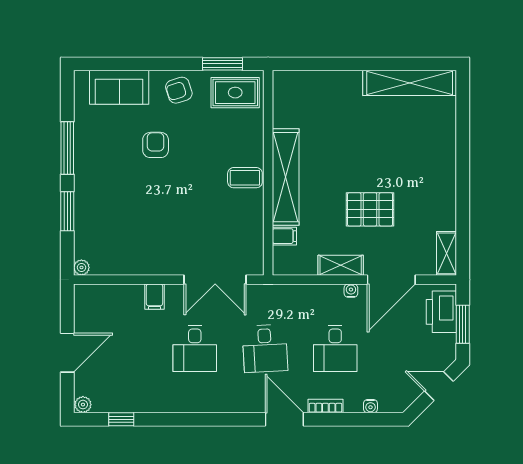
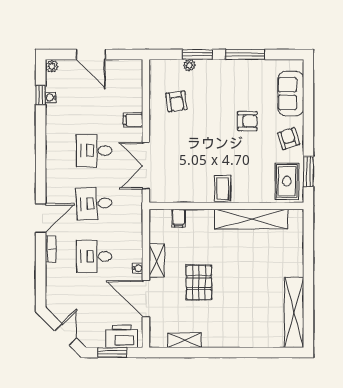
shelving: (286, 177) -> (251, 219), moved
armchair: (129, 239) -> (177, 101), added
shelving: (447, 253) -> (185, 340), moved
plant: (81, 267) -> (189, 65), moved
water cooler: (370, 406) -> (51, 98), moved

